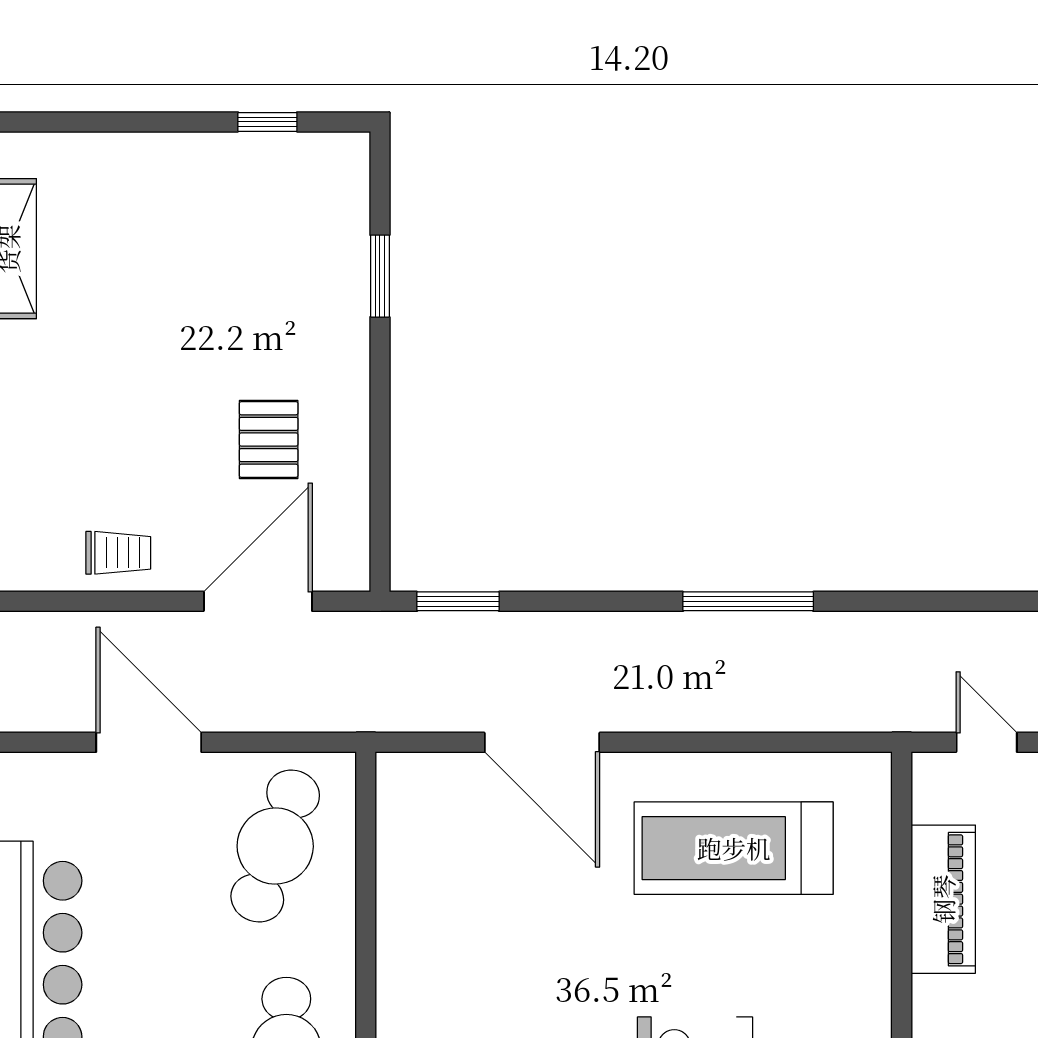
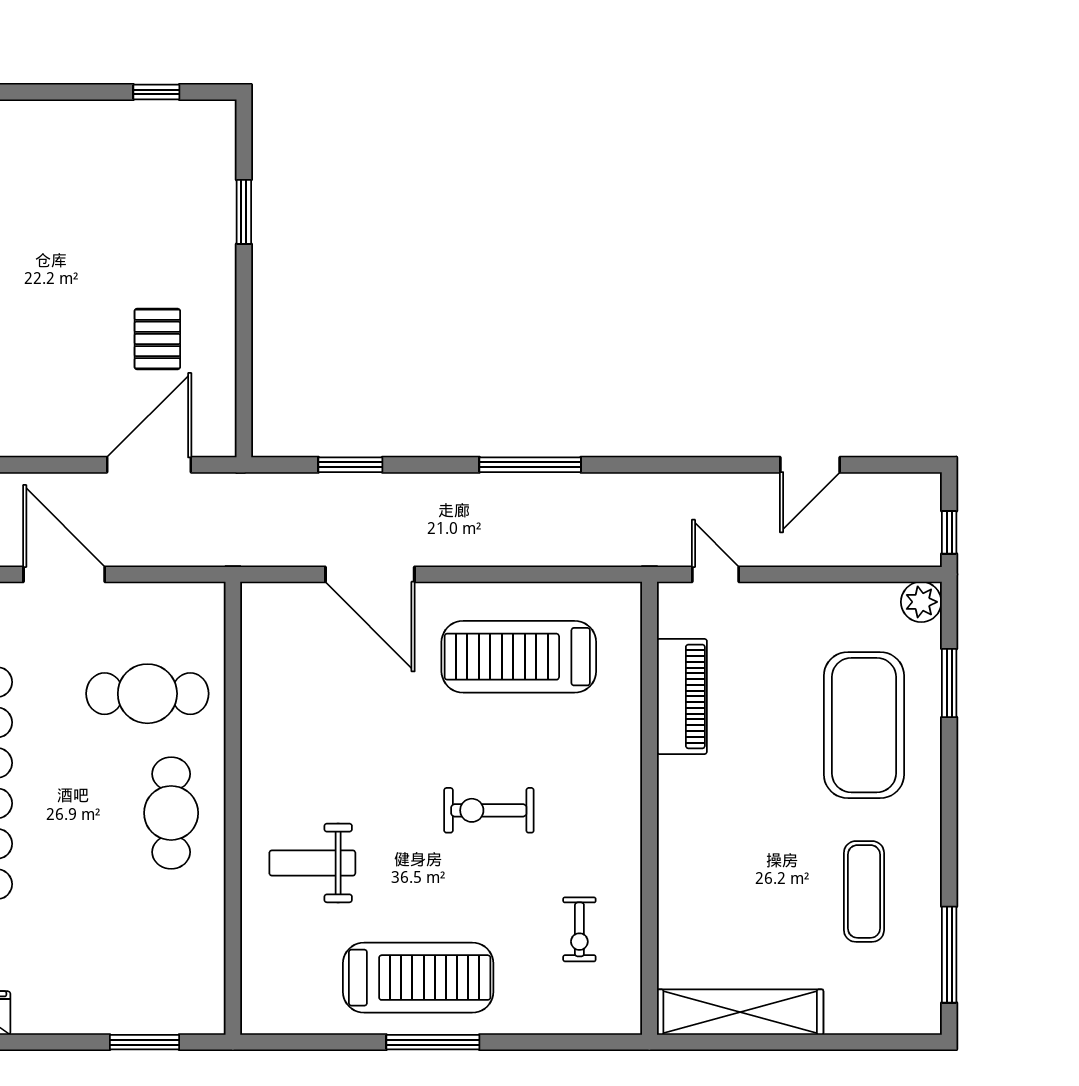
trolley: (118, 553) -> (40, 427), removed
window: (458, 601) -> (350, 465), moved
cafe table: (275, 846) -> (147, 694), moved, turned 71

